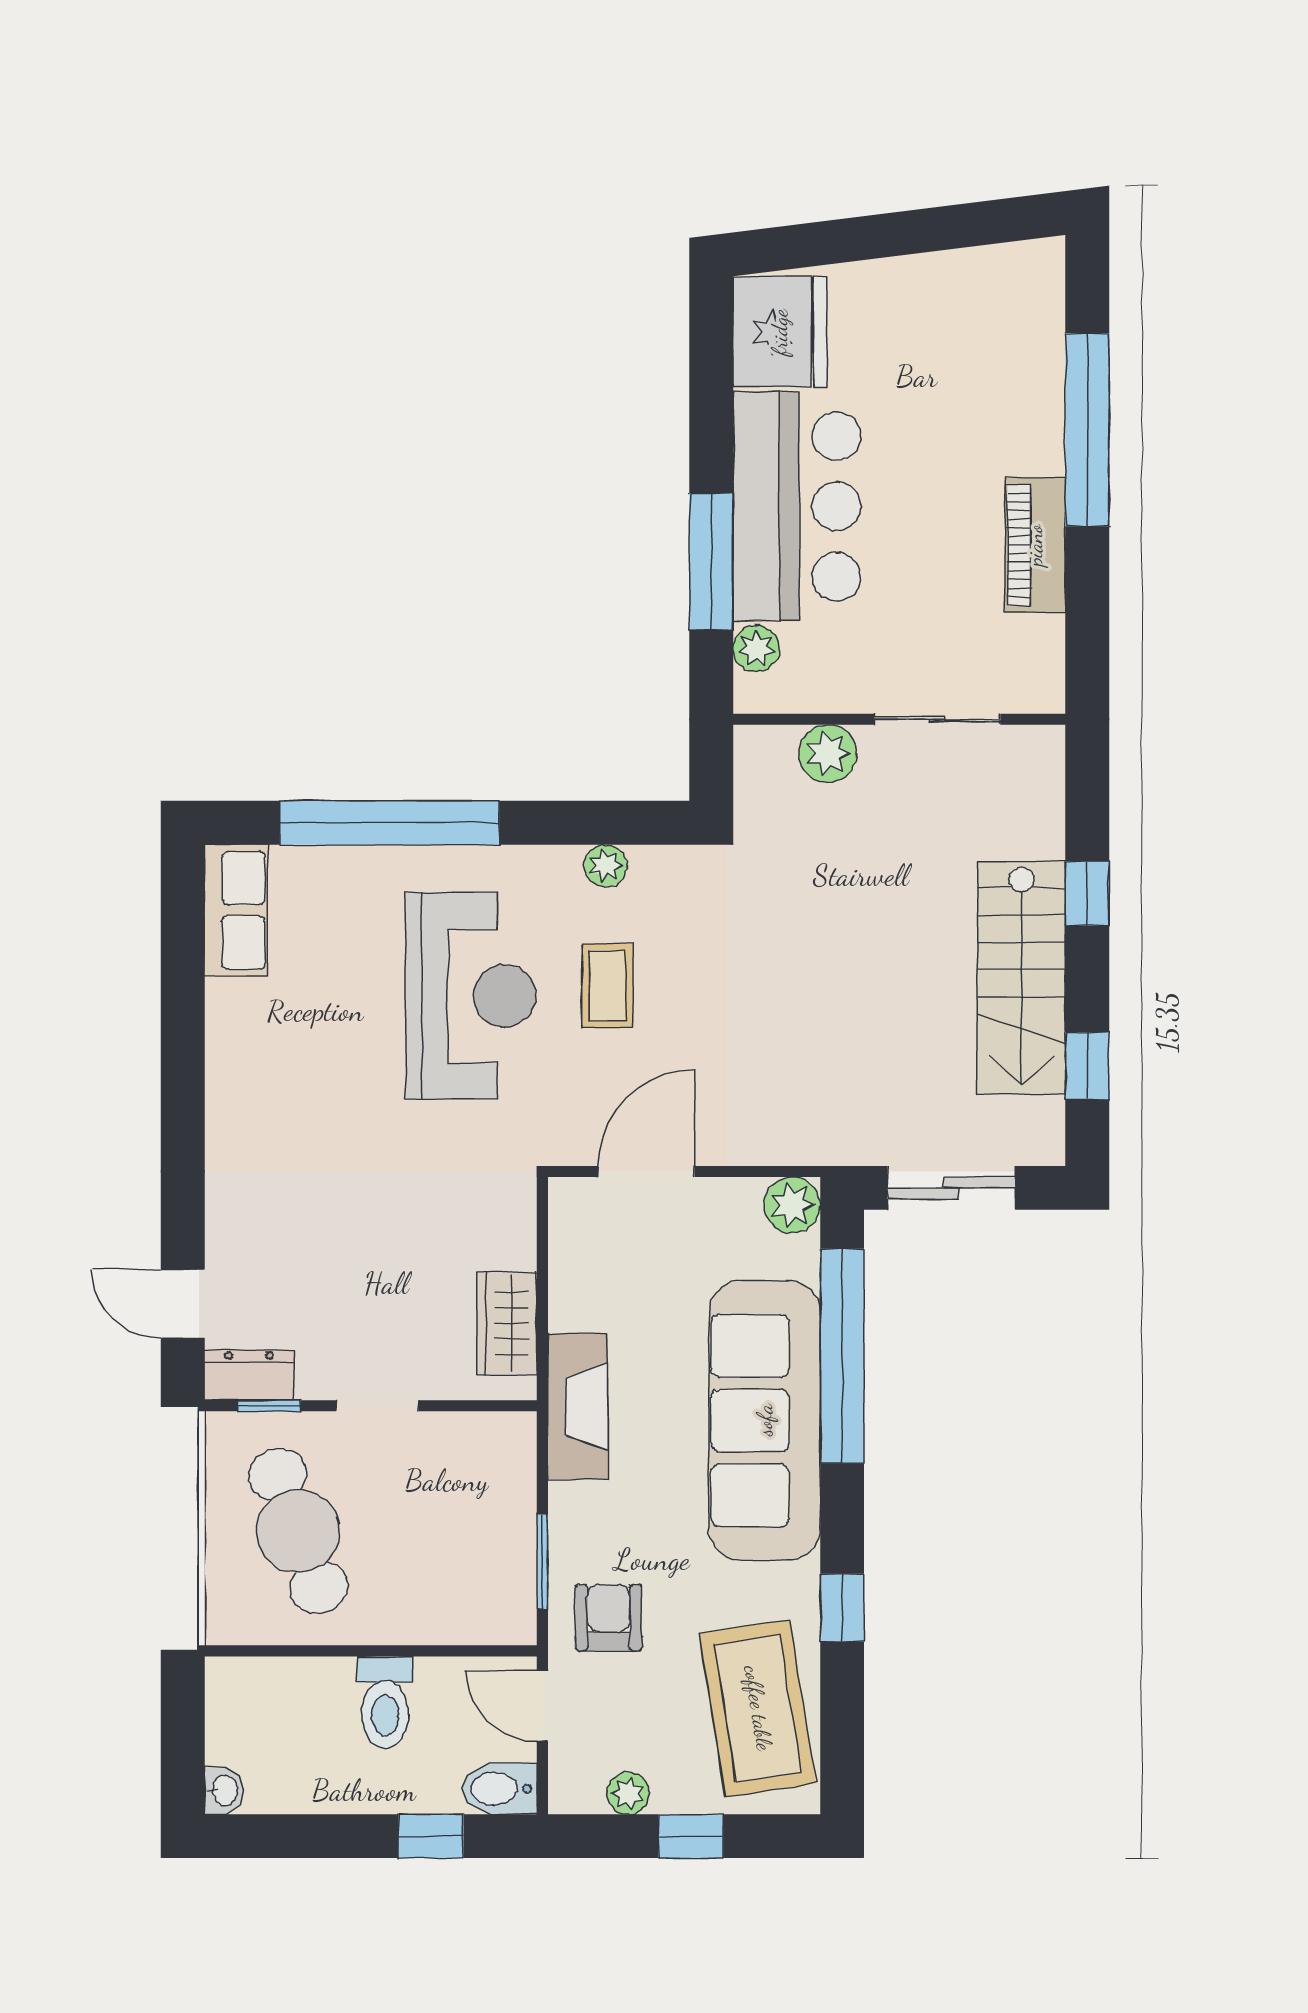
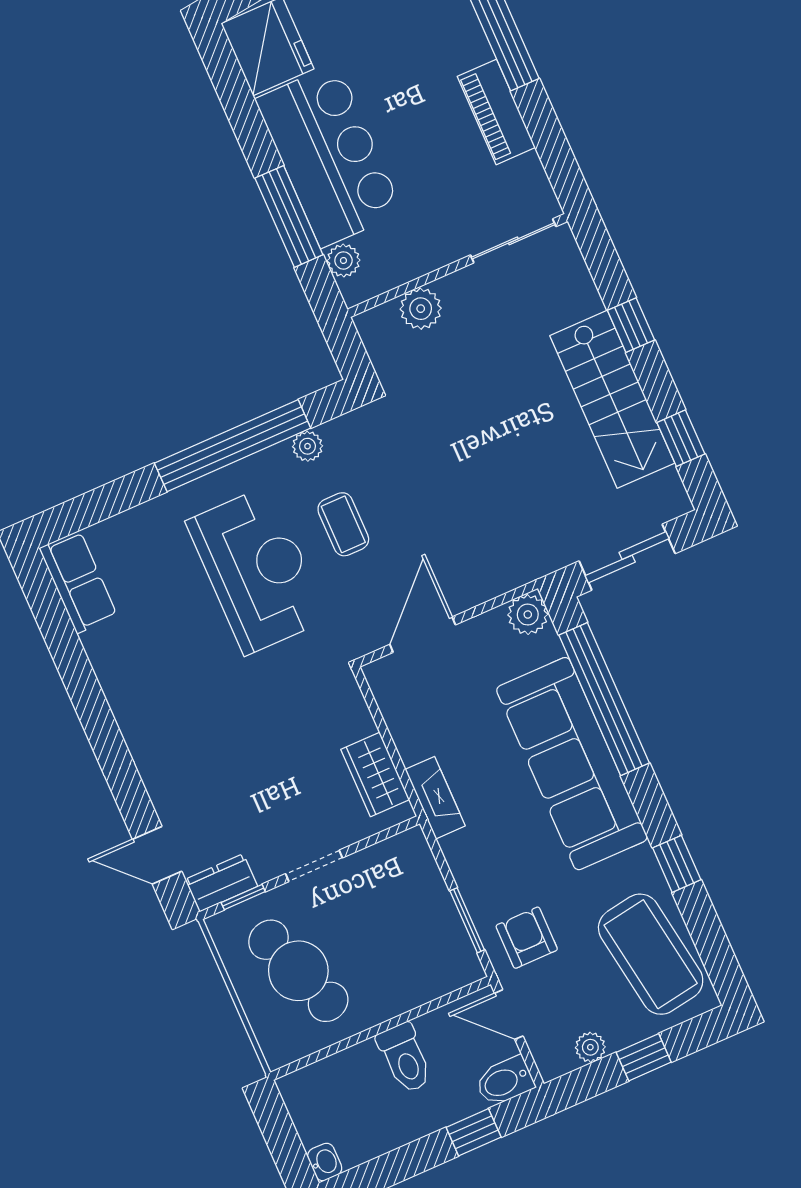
sliding door: (937, 719) -> (513, 241), moved
window: (389, 823) -> (233, 446), moved
fireplace: (578, 1406) -> (435, 798), width x0.73, depth x0.76

